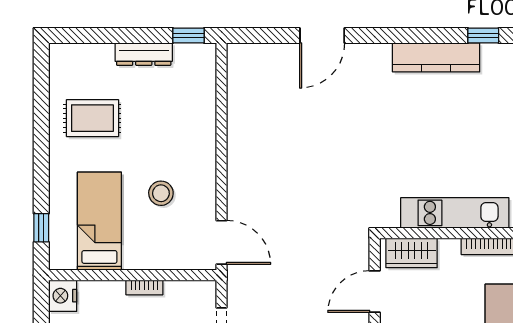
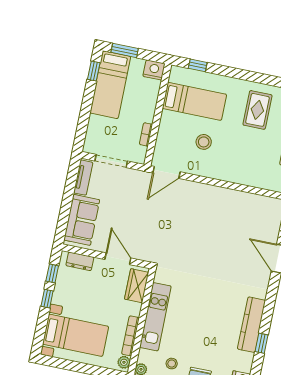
window: (483, 35) -> (262, 343), moved
bookcase: (144, 287) -> (146, 134), moved

